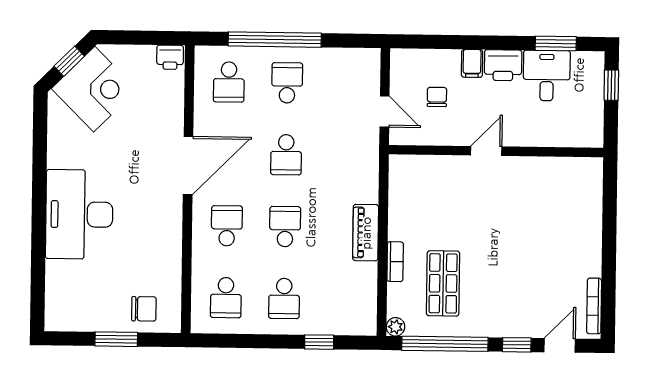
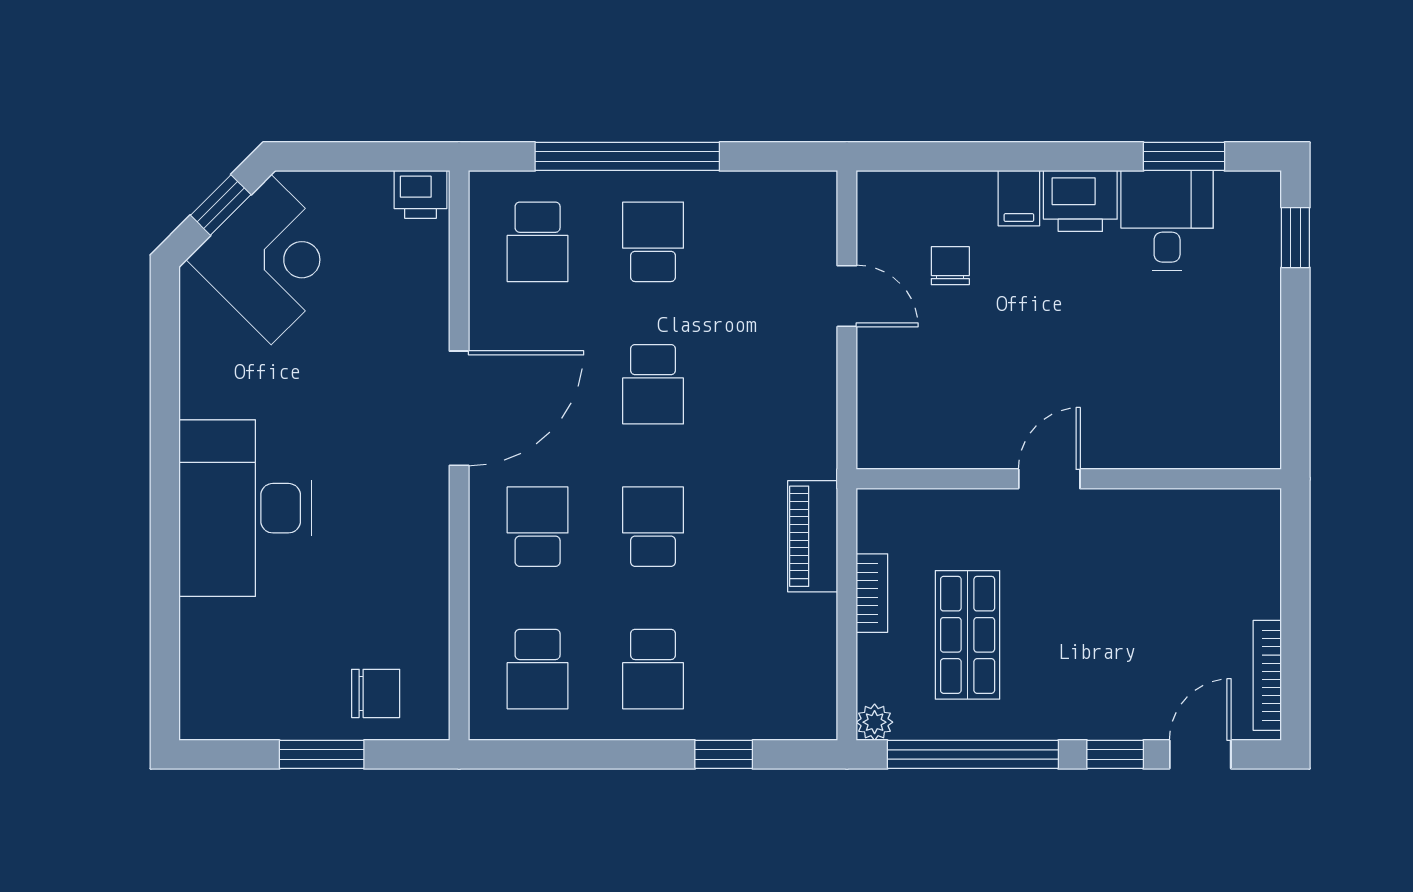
door: (486, 151) -> (1049, 479), moved
wall: (496, 151) -> (1069, 479), moved

